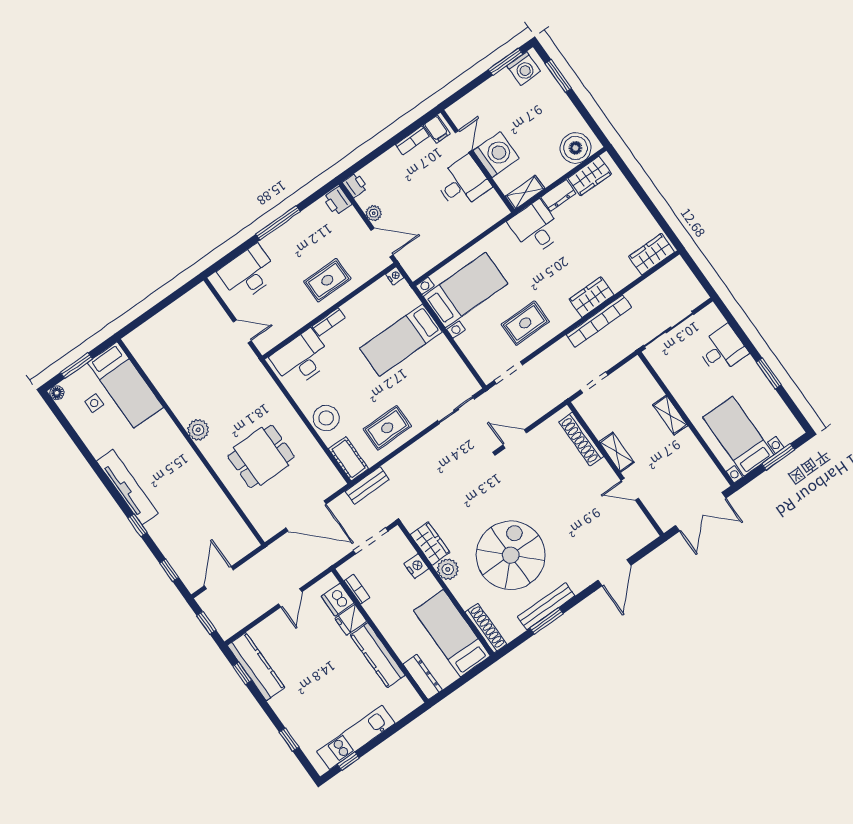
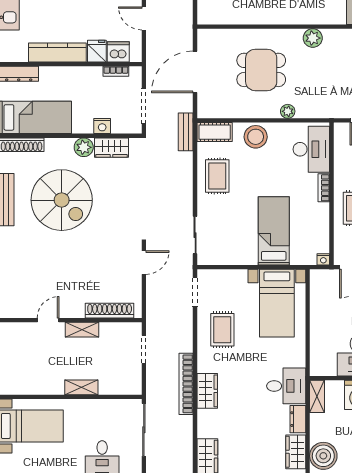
plant: (282, 405) -> (288, 111), added
dining table: (261, 456) -> (261, 70), turned 90

